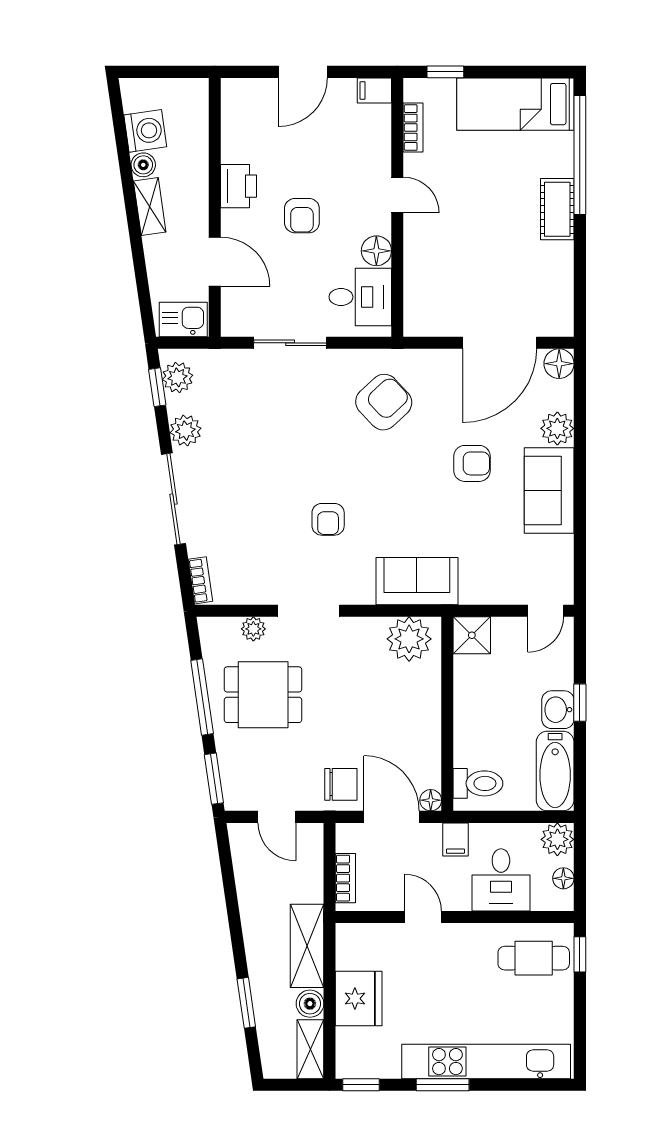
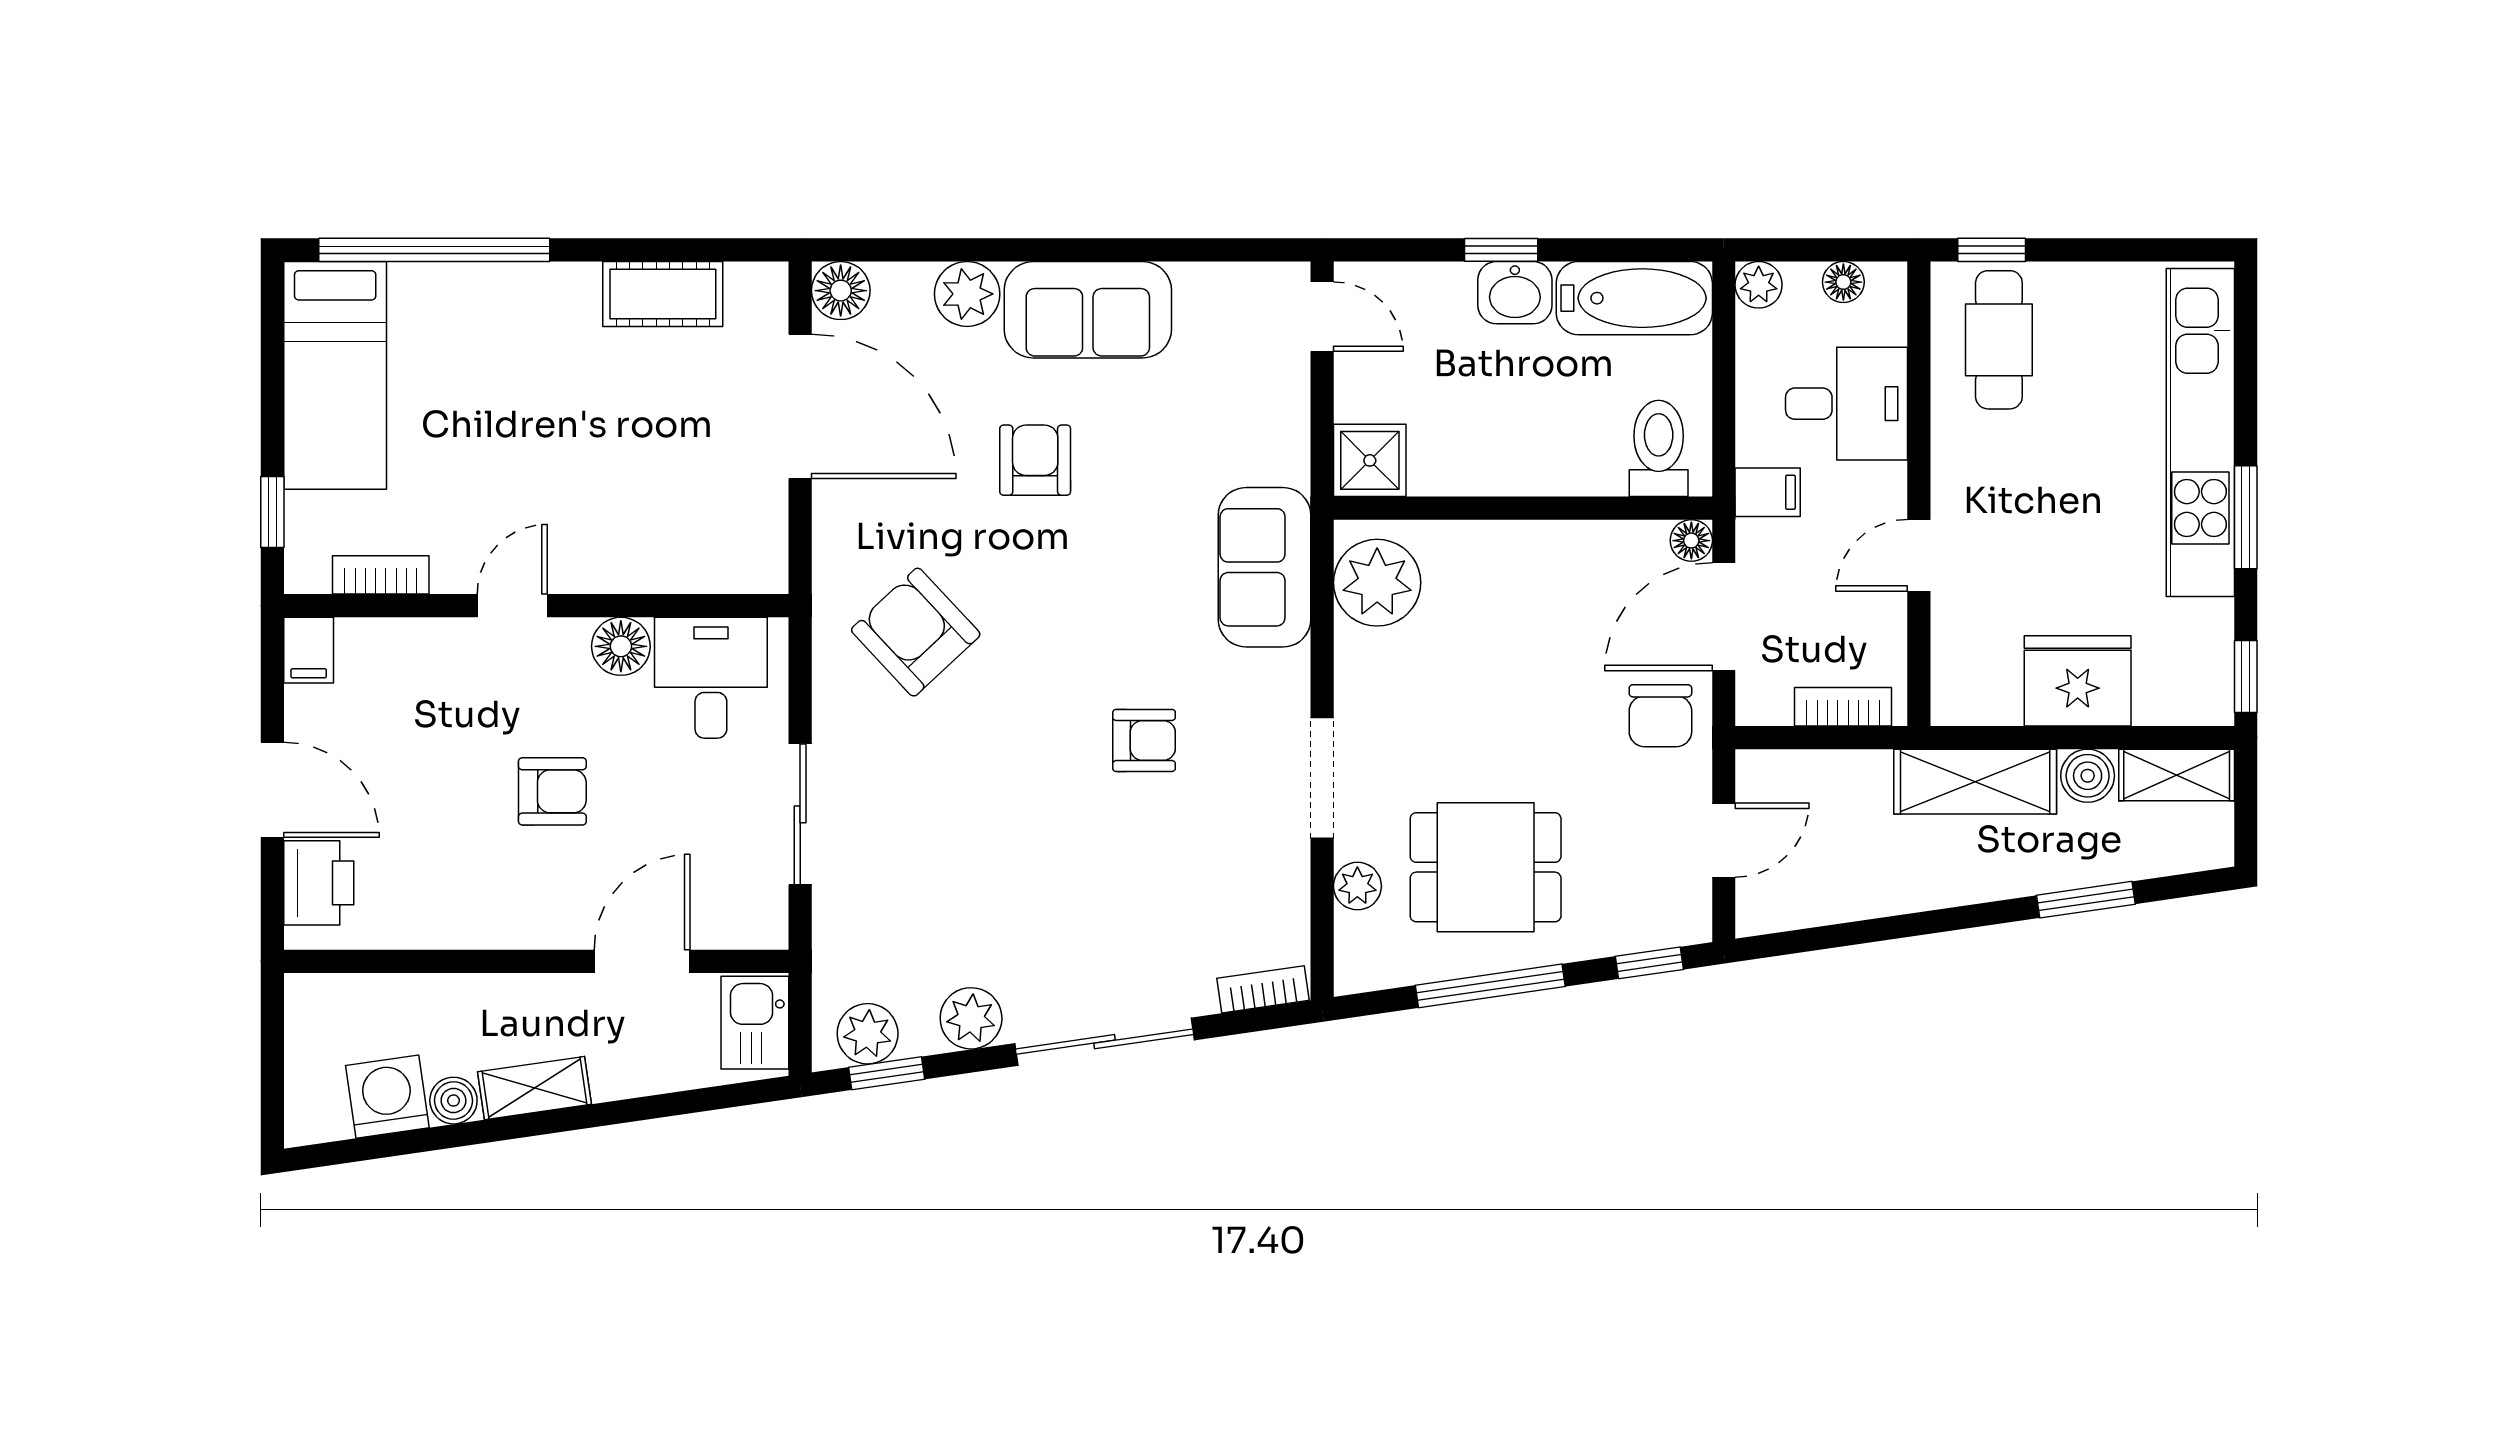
printer: (239, 186) -> (319, 883), moved, turned 90
cot: (557, 209) -> (663, 294), moved
dining table: (263, 695) -> (1486, 867), turned 90
window: (214, 779) -> (1649, 963), width x0.67
chair: (341, 784) -> (1660, 716), turned 180
plant: (557, 839) -> (1759, 285), width x0.73, depth x0.73

